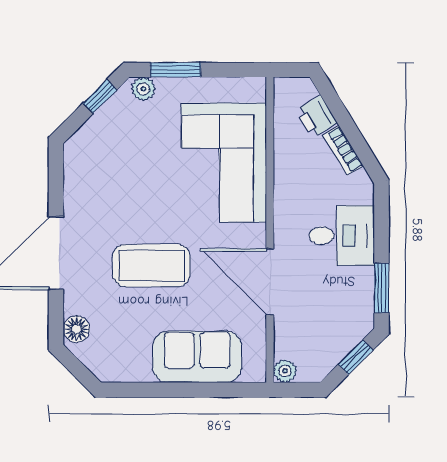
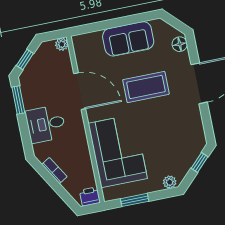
window: (175, 70) -> (135, 200), moved
window: (100, 96) -> (199, 163), moved
printer: (317, 117) -> (90, 196), moved, turned -59
sofa: (197, 357) -> (128, 39), moved

